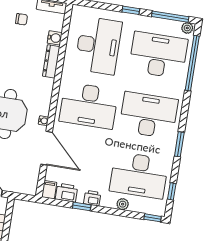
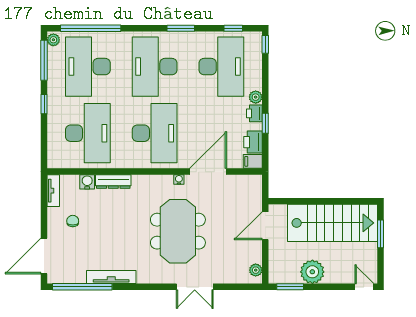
desk: (98, 45) -> (88, 133), turned 90
plant: (123, 204) -> (256, 97), moved

